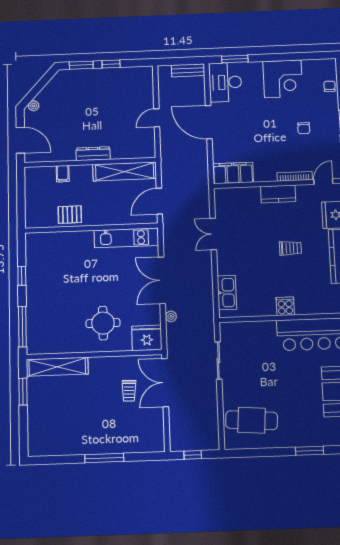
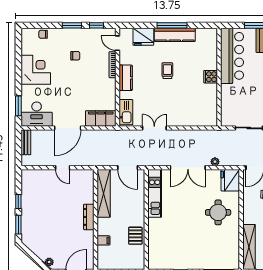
filing cabinet: (233, 173) -> (101, 118), moved, turned 90
double door: (213, 234) -> (154, 128), swing flipped
kitchen sink: (227, 293) -> (126, 112), moved, turned 90

